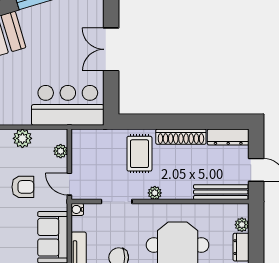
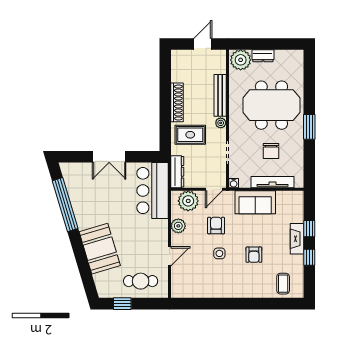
dresser: (228, 137) -> (177, 172), moved
plant: (61, 151) -> (188, 201), width x1.88, depth x1.88
bench: (221, 192) -> (220, 95), moved
plant: (242, 225) -> (241, 60), width x1.88, depth x1.88

